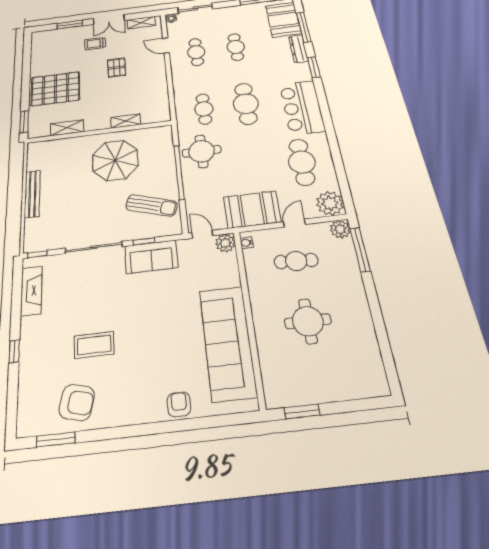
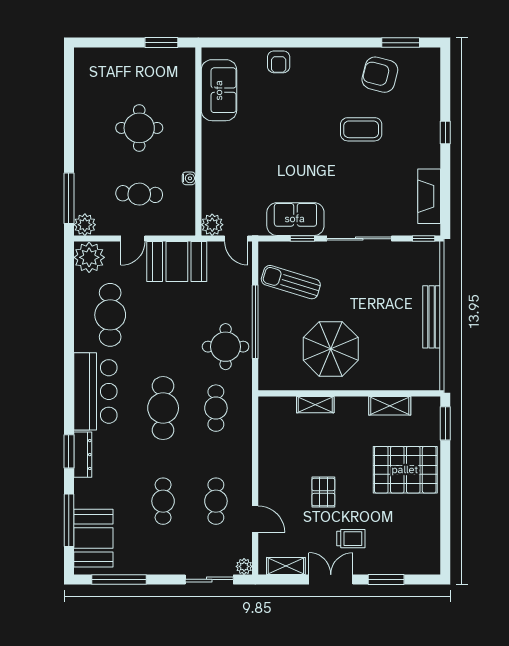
dresser: (298, 49) -> (83, 455), moved
water cooler: (247, 243) -> (189, 178), moved
sofa: (228, 342) -> (219, 90), width x0.54, depth x0.79

